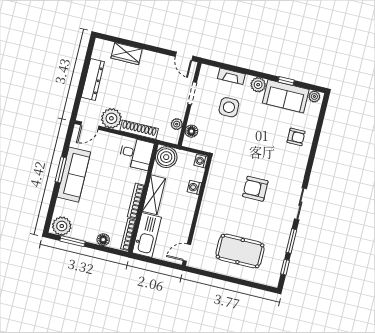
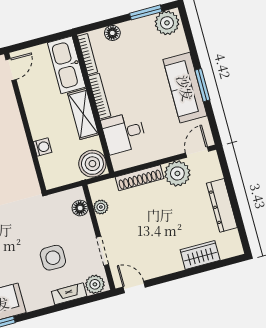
plant: (258, 85) -> (95, 284), moved
desk: (136, 154) -> (124, 133), moved
washing machine: (201, 161) -> (51, 180), removed

